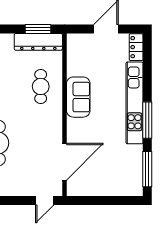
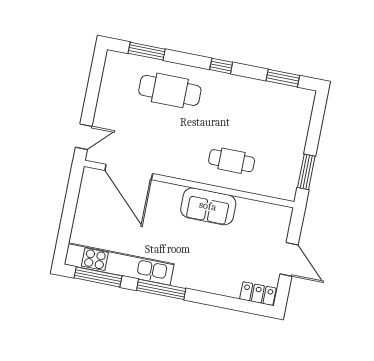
dresser: (38, 42) -> (290, 169), removed
kitchen unit: (135, 103) -> (119, 264), moved
door: (45, 201) -> (84, 137), swing flipped

